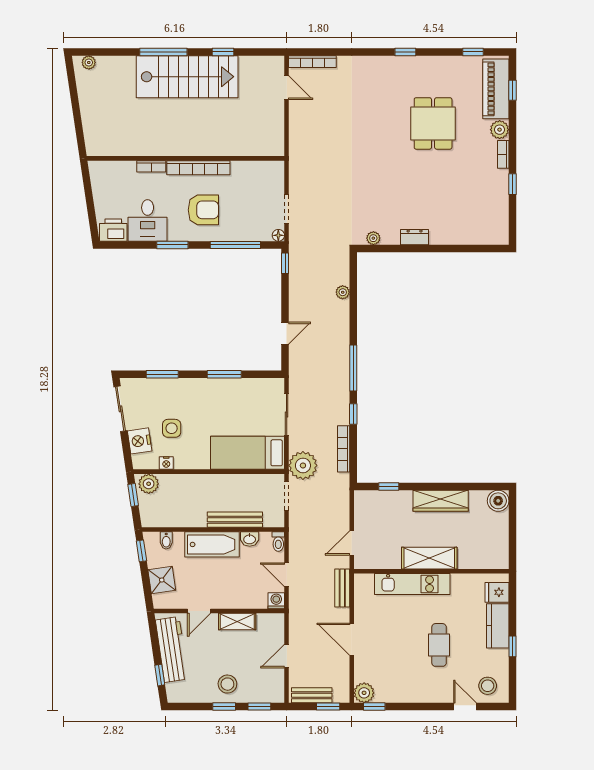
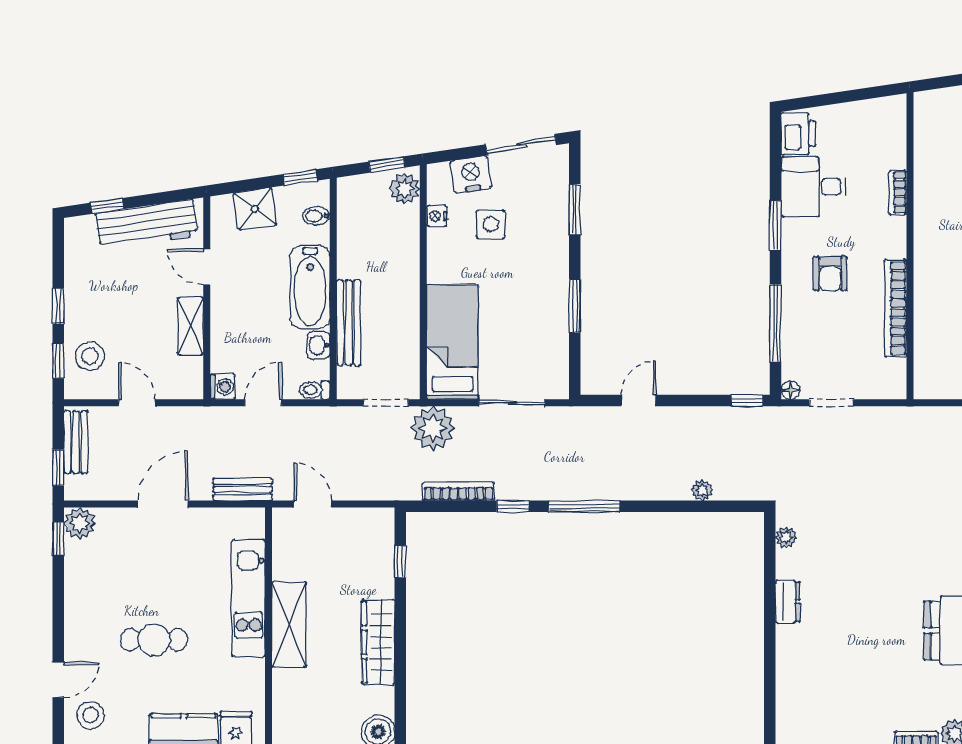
bookcase: (198, 168) -> (895, 308), moved
armchair: (203, 210) -> (830, 274), width x0.72, depth x0.72
door: (285, 333) -> (639, 401), swing flipped
stool: (227, 684) -> (90, 356), moved

